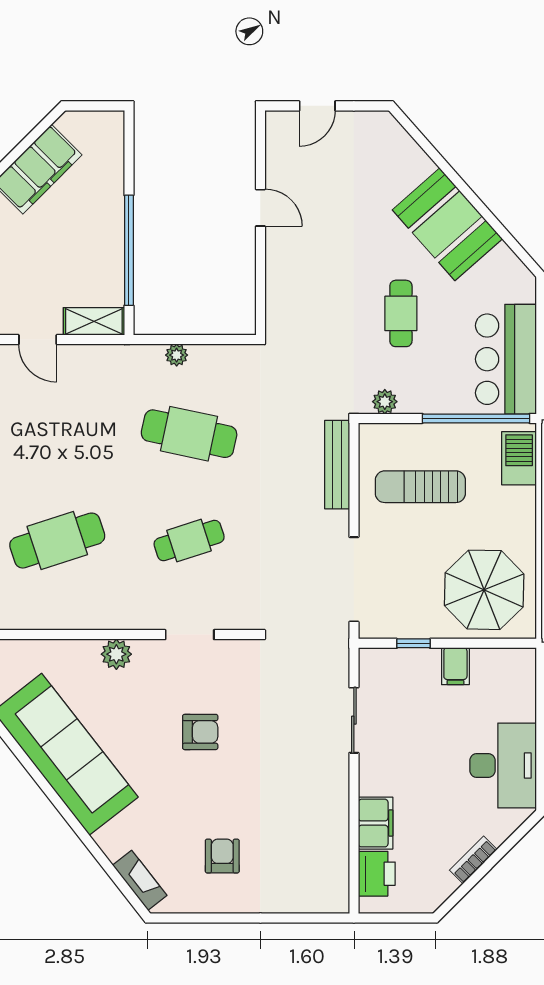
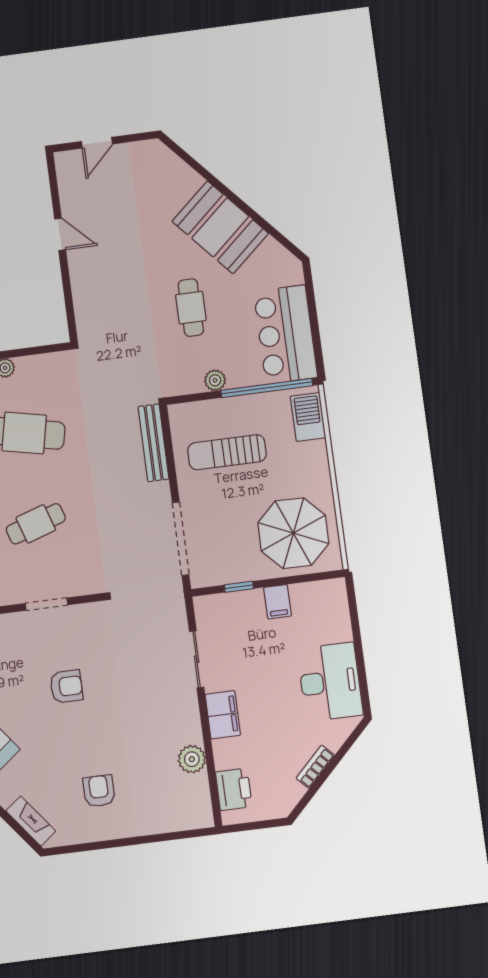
plant: (385, 402) -> (215, 380), moved
filing cabinet: (376, 823) -> (223, 715), moved
plant: (333, 833) -> (192, 759), added

